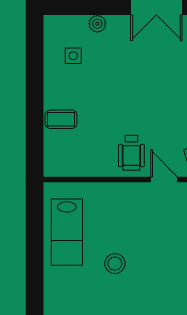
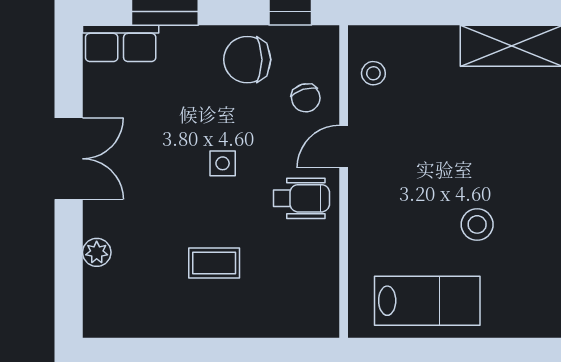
side table: (73, 56) -> (223, 163), moved
coffee table: (61, 119) -> (214, 263), moved, turned 90

